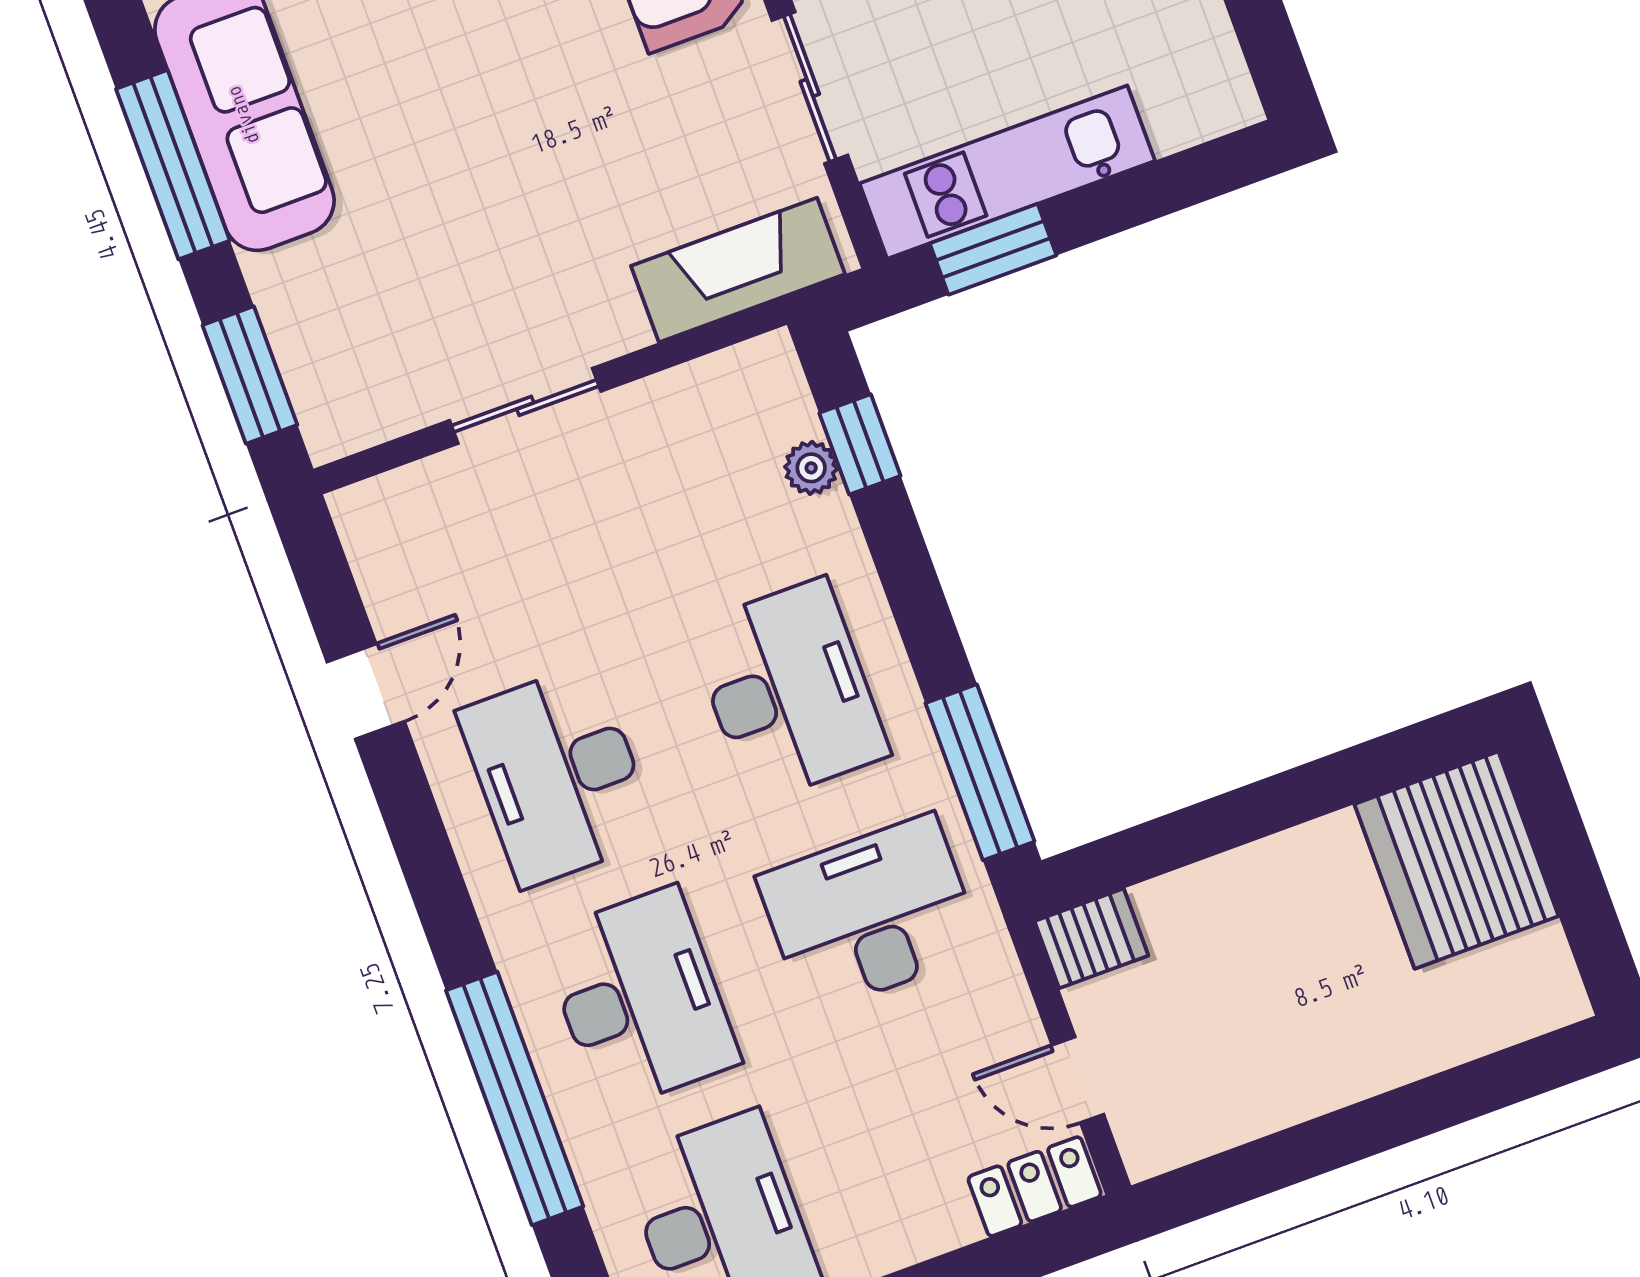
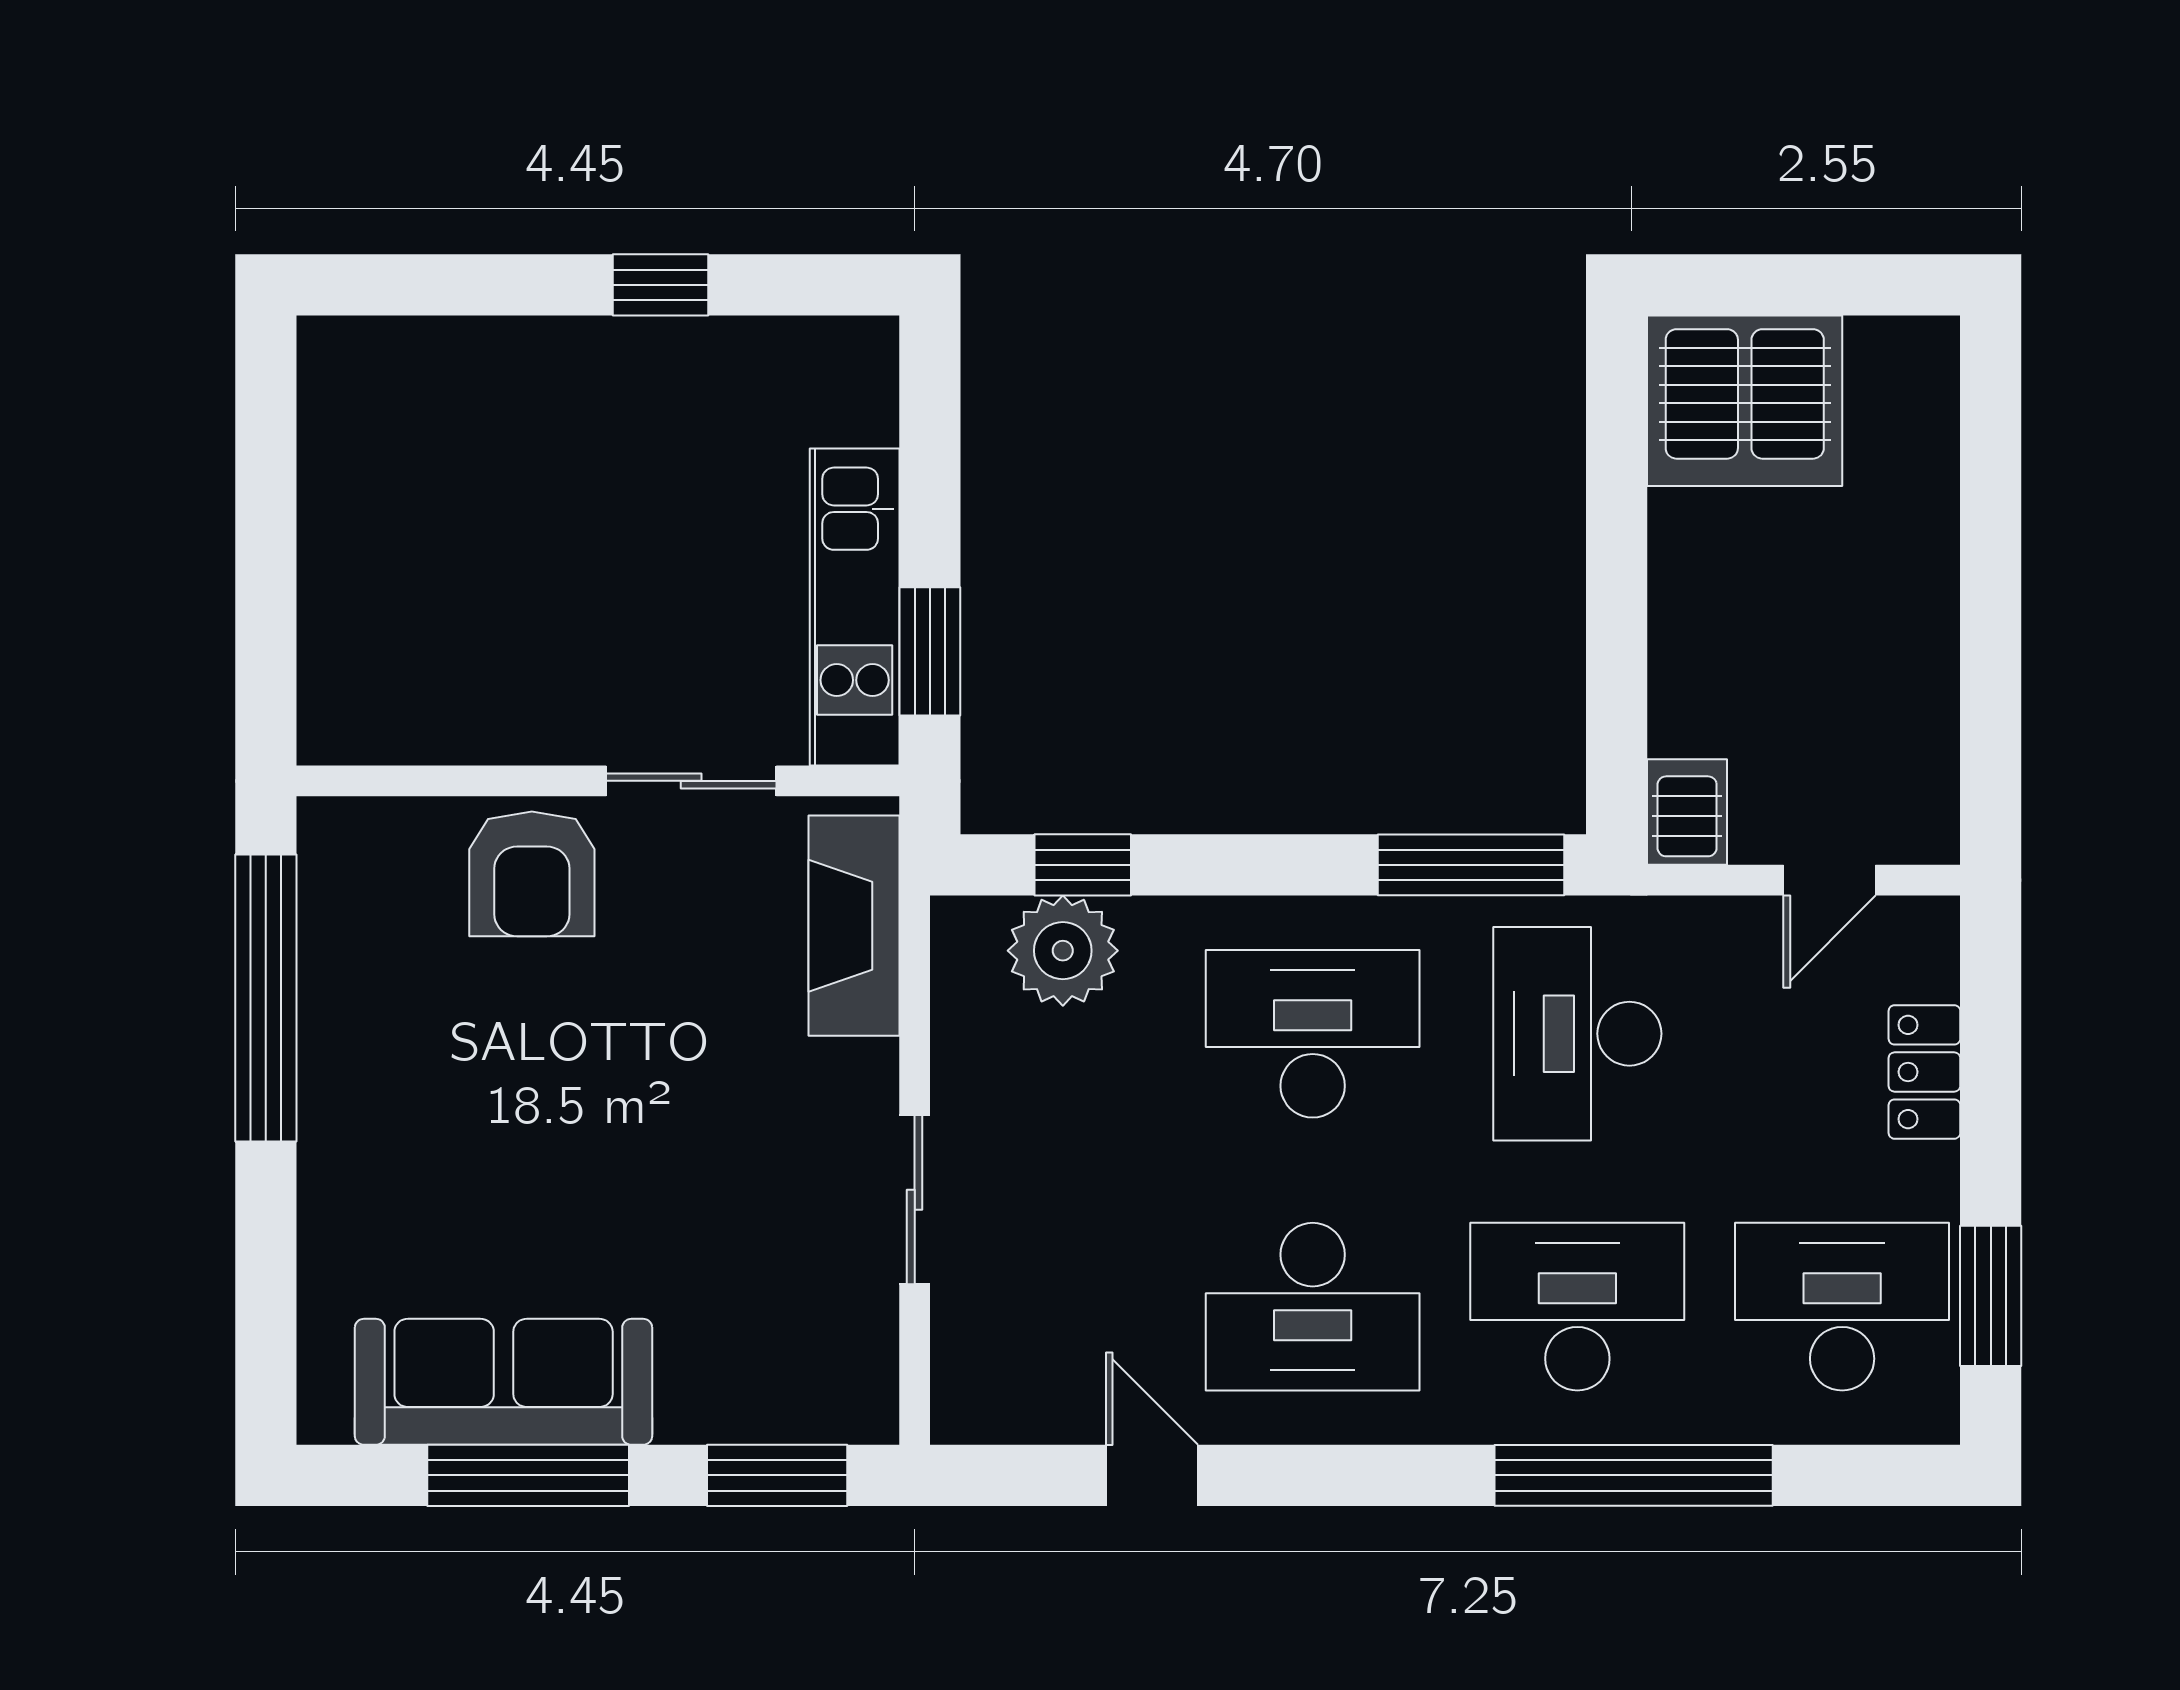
plant: (811, 468) -> (1063, 951), width x1.88, depth x1.88
locker: (1035, 1187) -> (1924, 1072), moved

